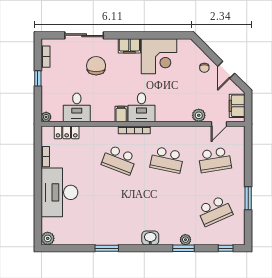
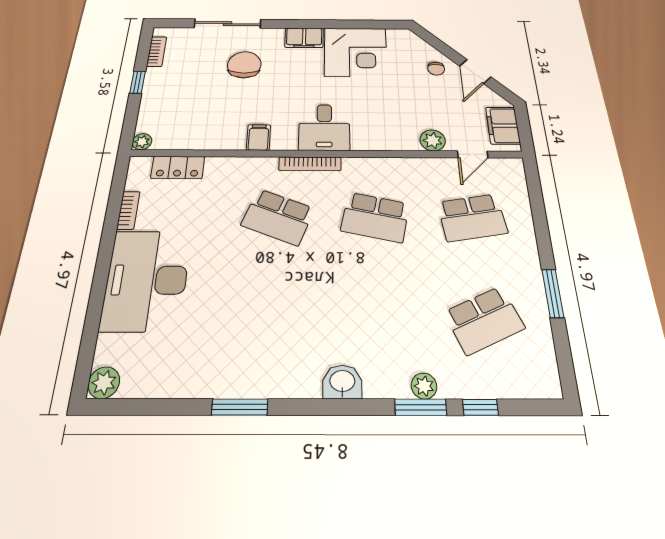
desk: (77, 107) -> (203, 127), removed
filing cabinet: (121, 114) -> (258, 137), moved
window: (226, 248) -> (480, 407), moved

